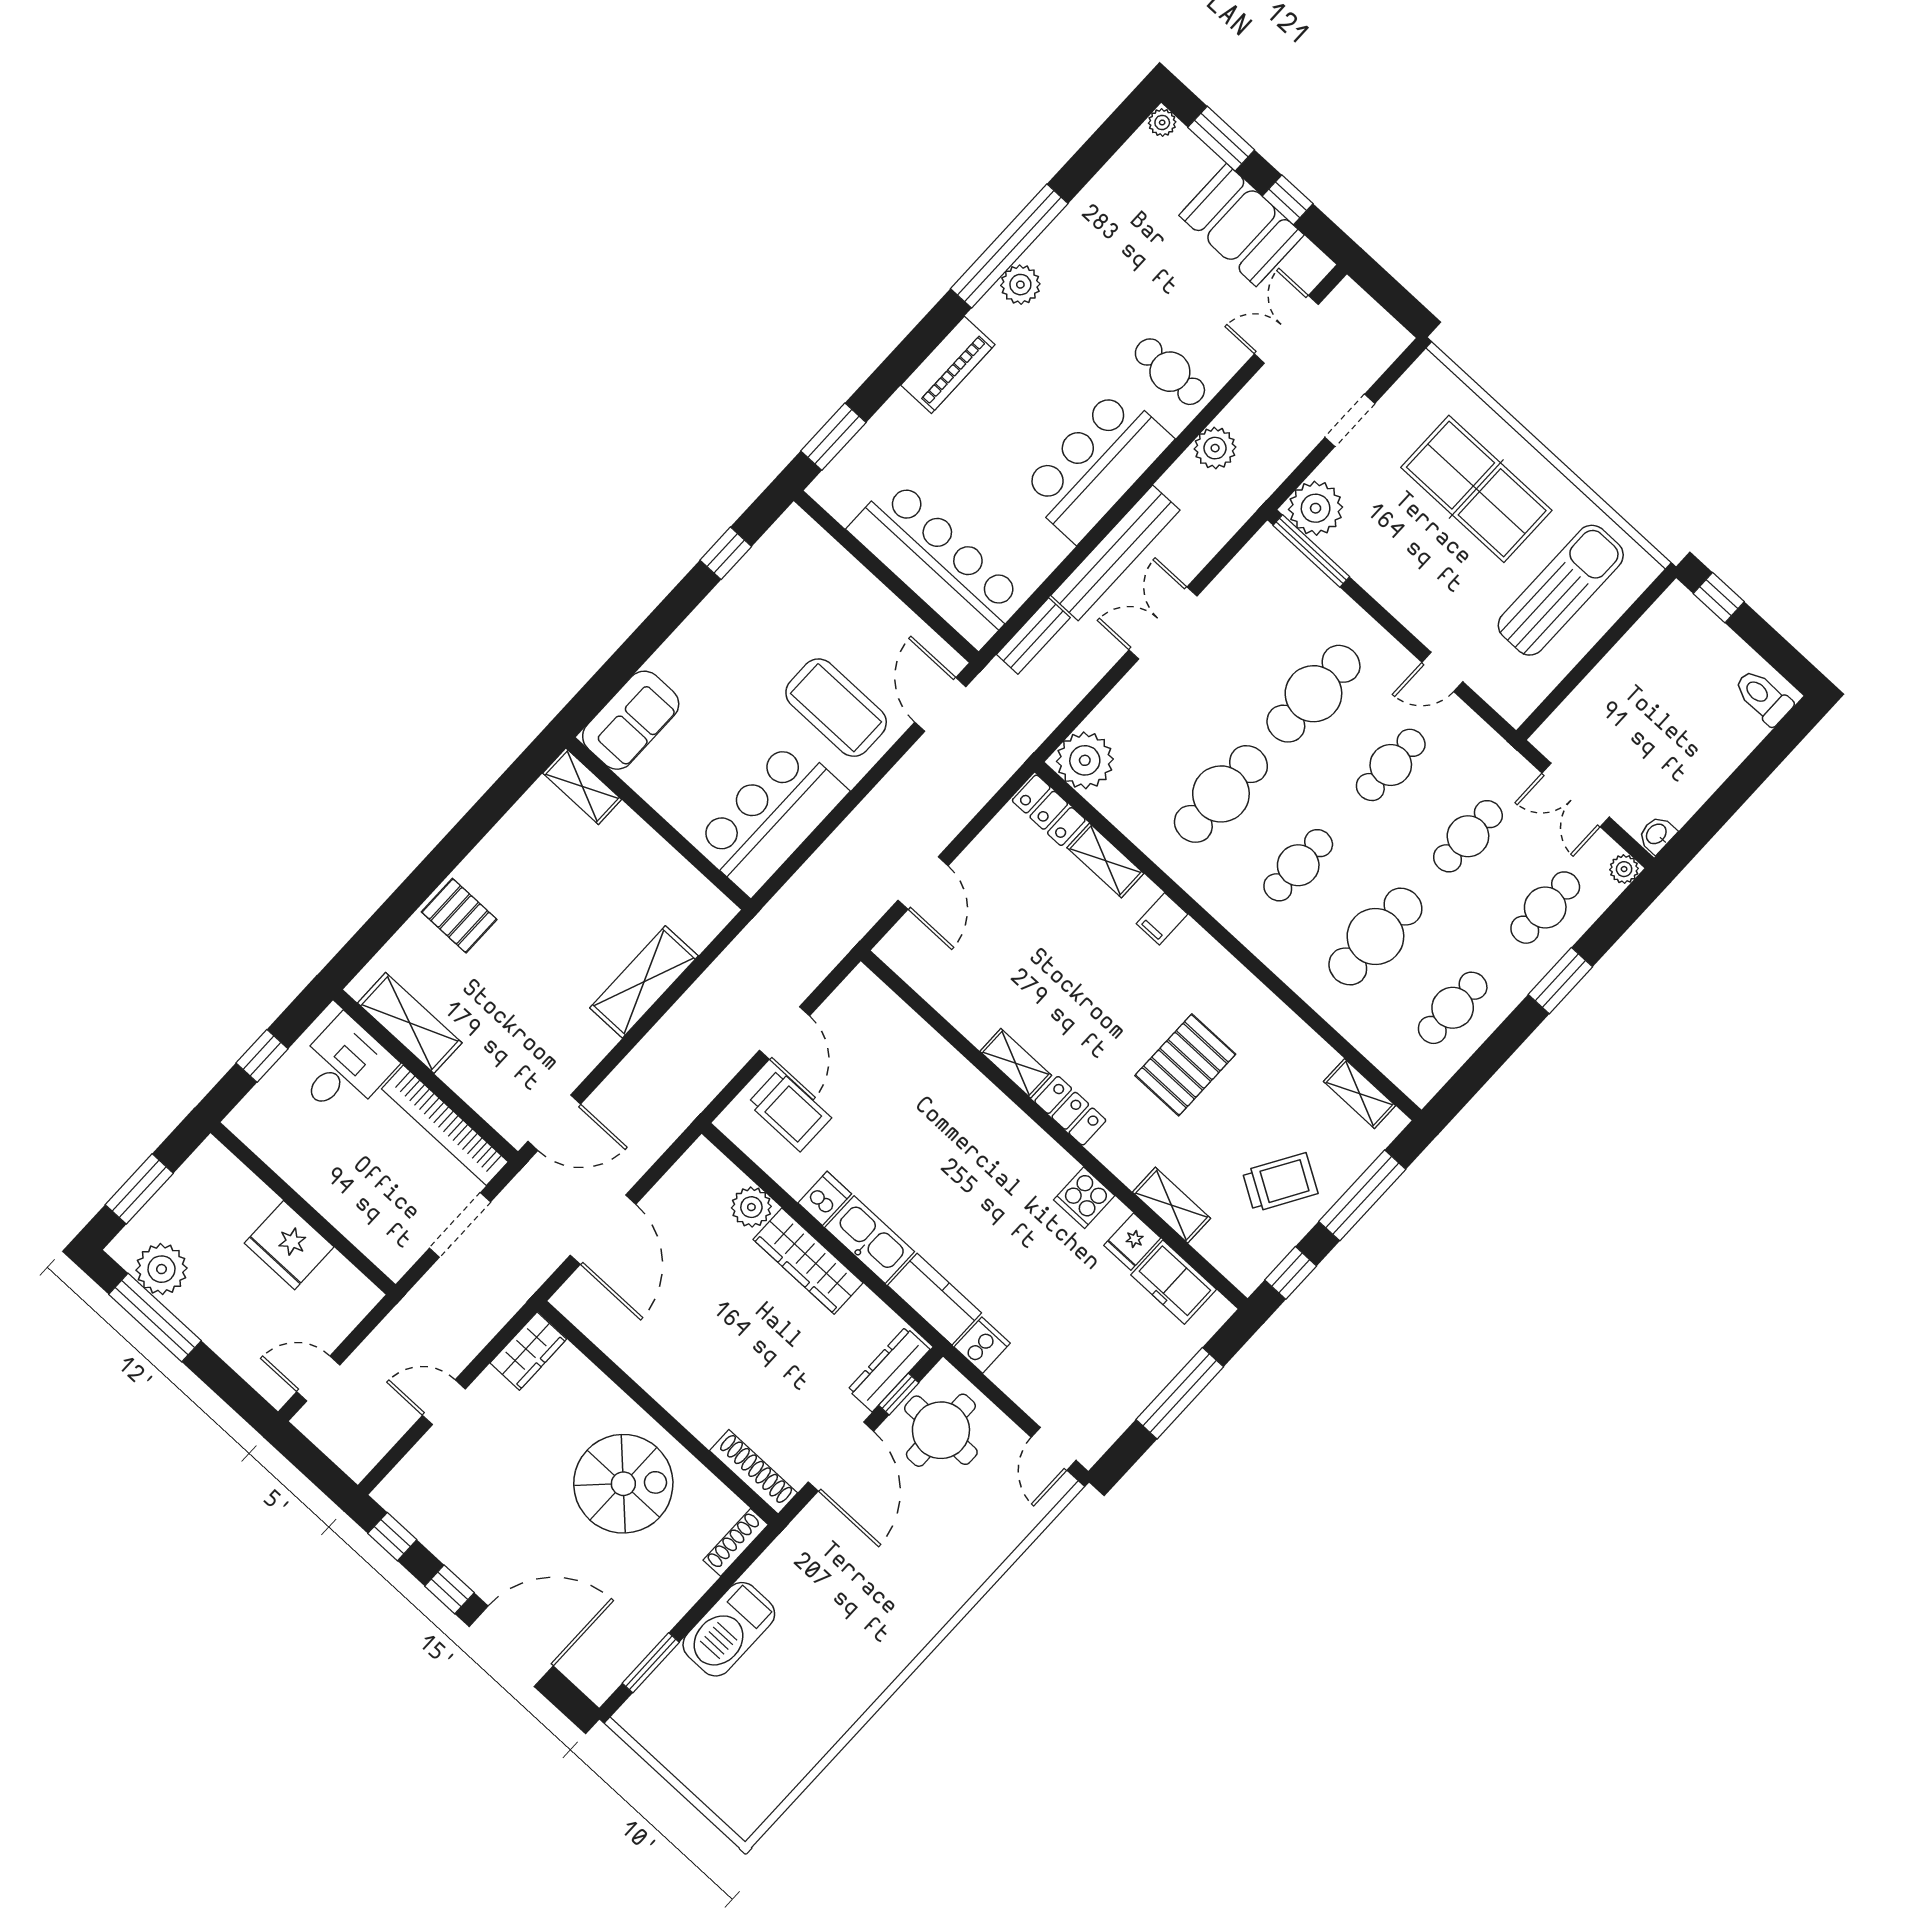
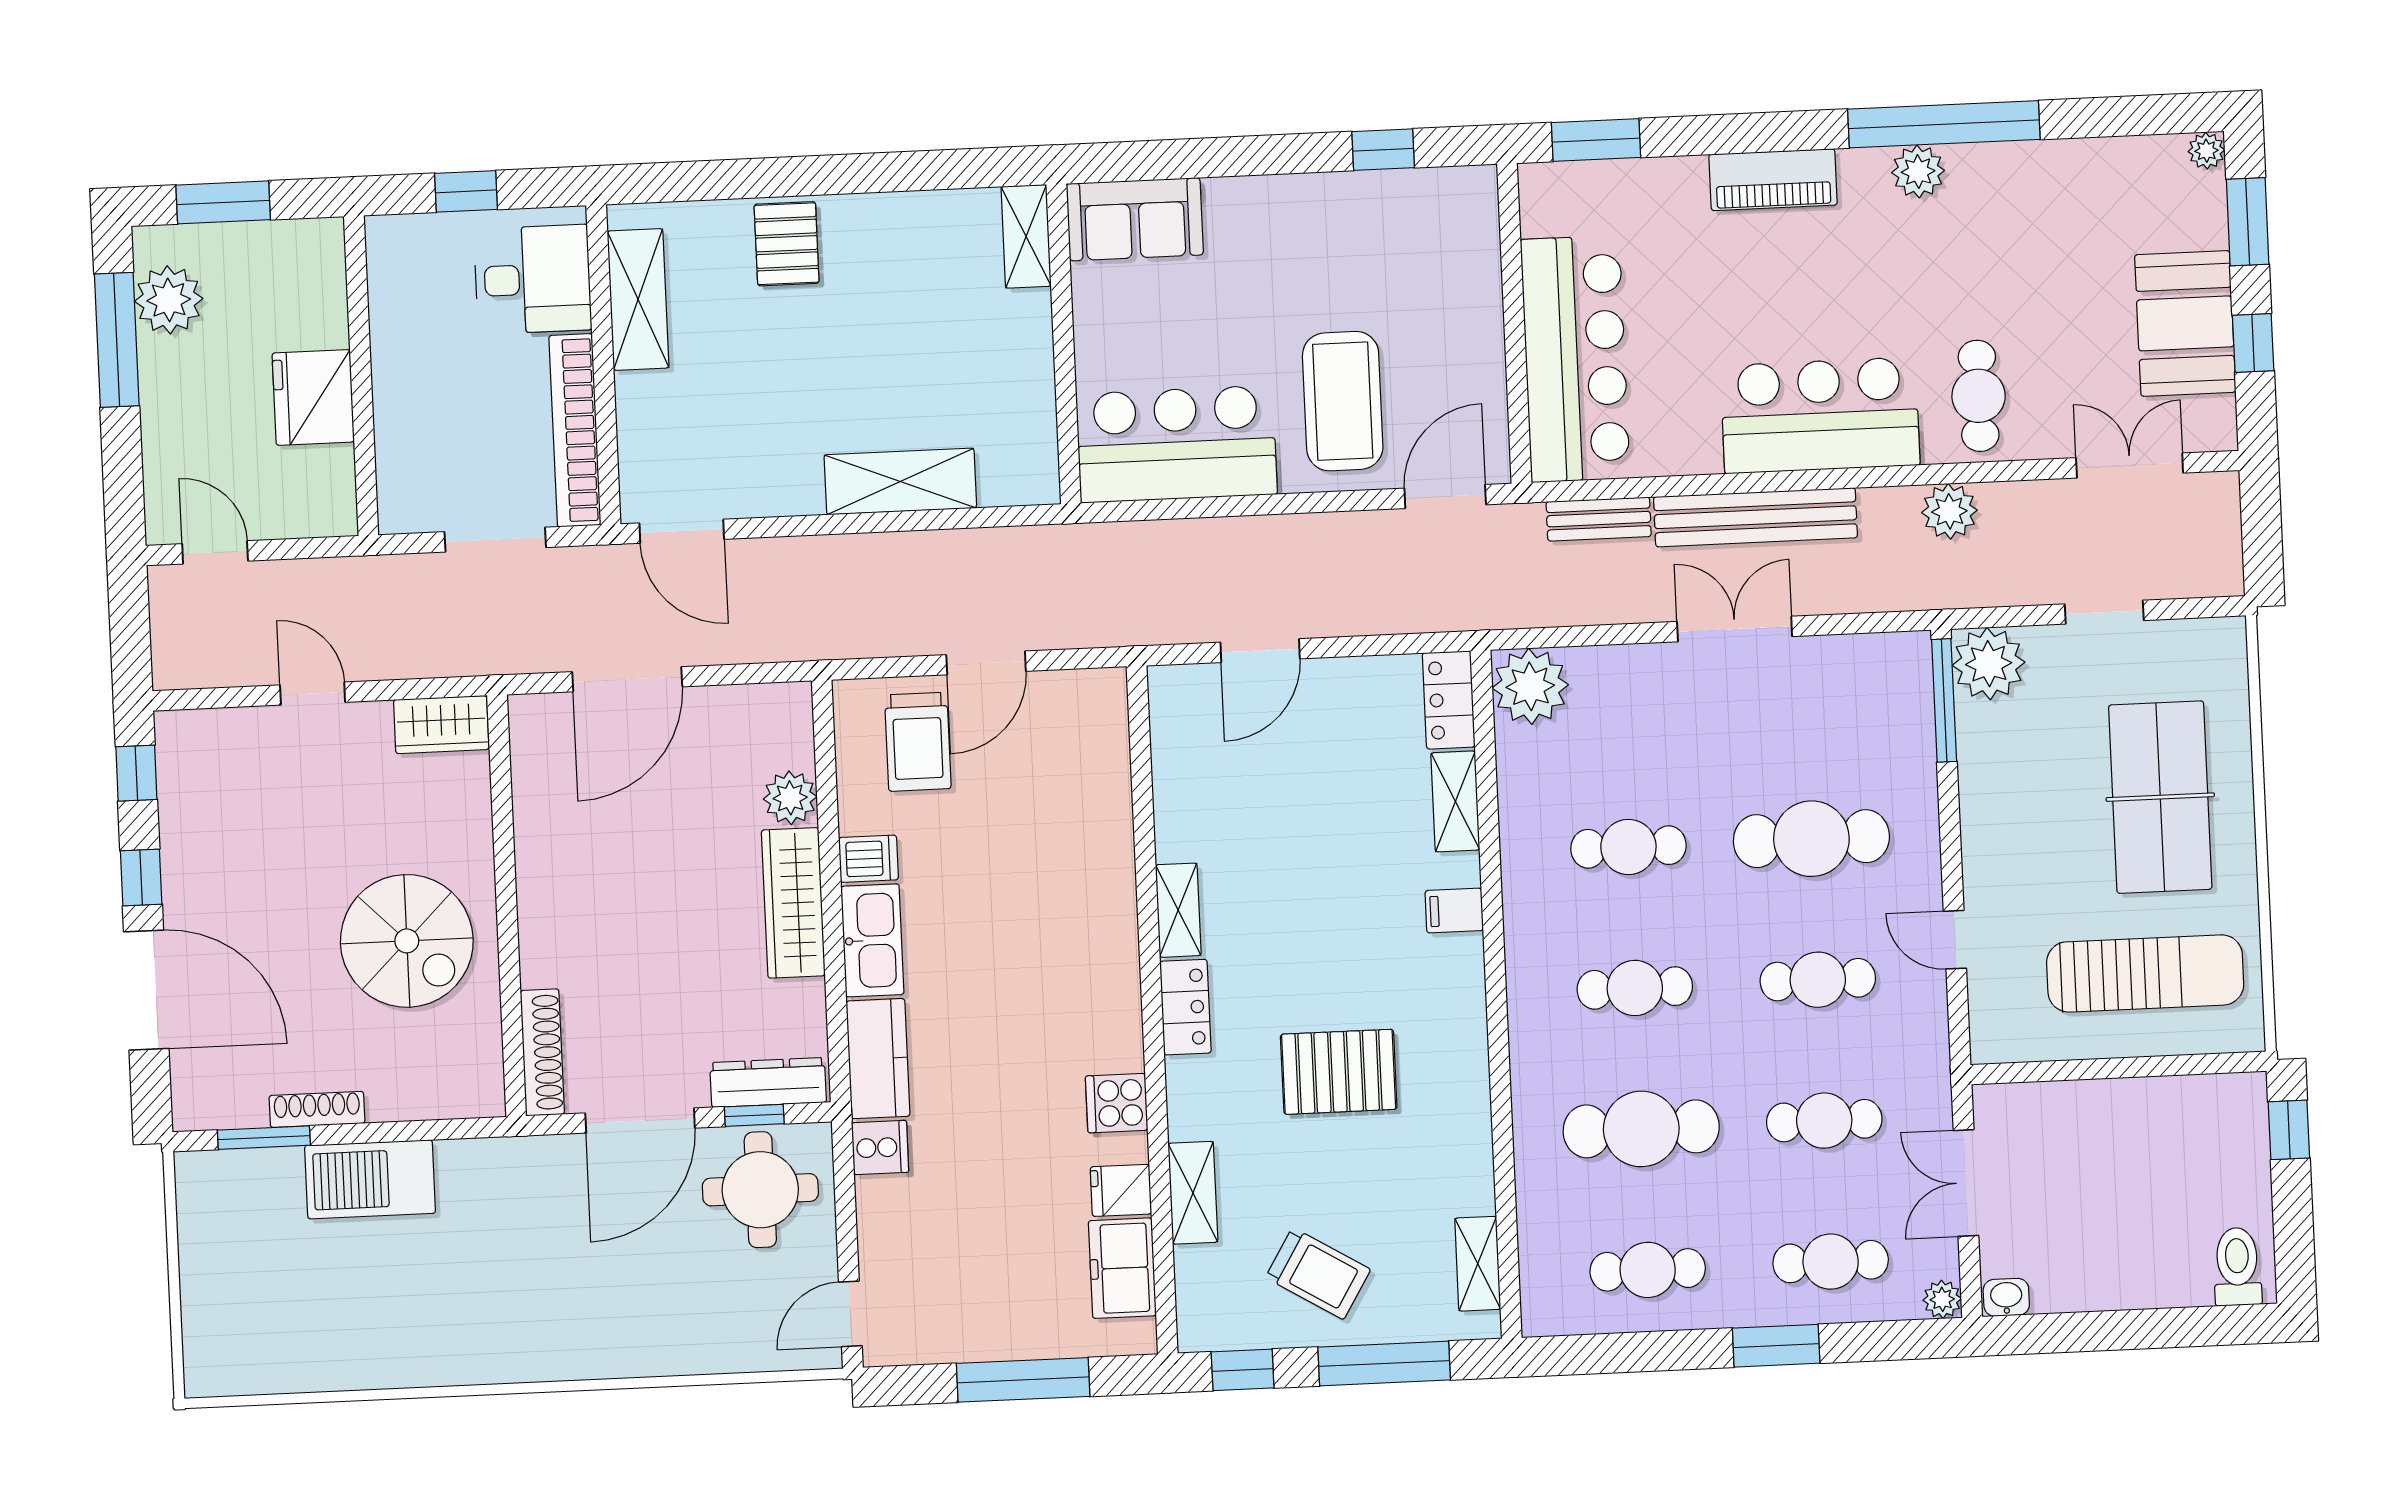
cafe table: (1221, 794) -> (1628, 847), width x0.73, depth x0.74
shoe rack: (736, 1542) -> (317, 1109), moved

